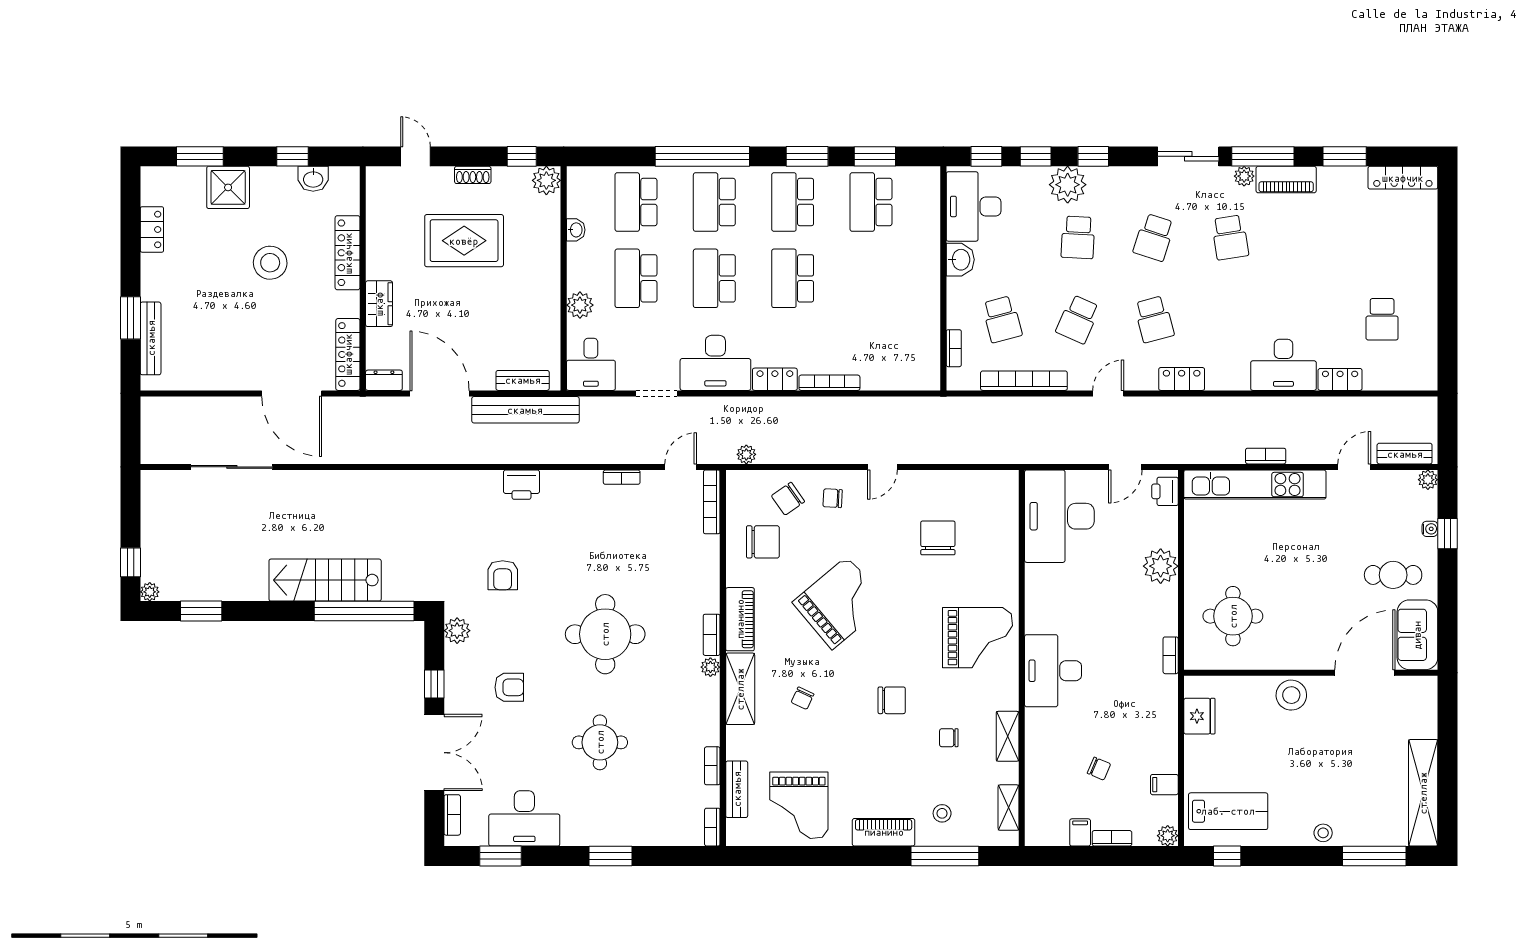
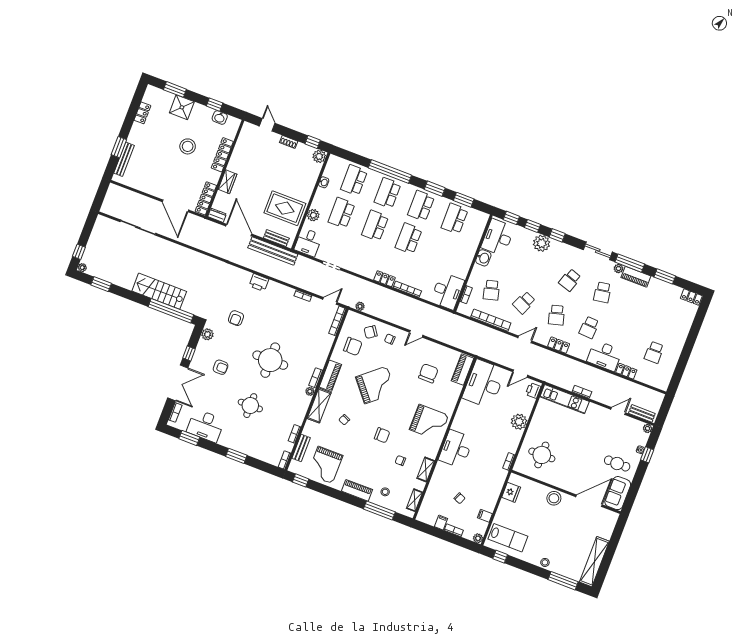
locker: (1403, 178) -> (691, 297), width x0.66
school desk: (1078, 237) -> (589, 327), moved
rug: (464, 241) -> (285, 208), moved
desk: (715, 363) -> (447, 291), moved, turned -90
kitchen unit: (1255, 485) -> (565, 399), width x0.73
piano: (1005, 504) -> (462, 370), added
window: (761, 856) -> (301, 480), added

